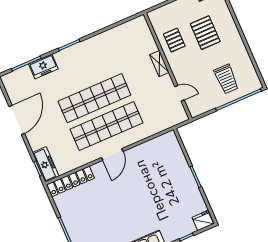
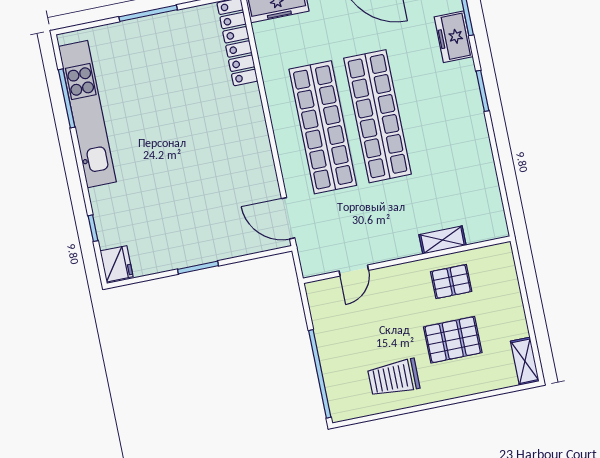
shelving: (159, 64) -> (443, 240), moved
trolley: (226, 79) -> (394, 378), moved
door: (112, 155) -> (288, 218), moved

